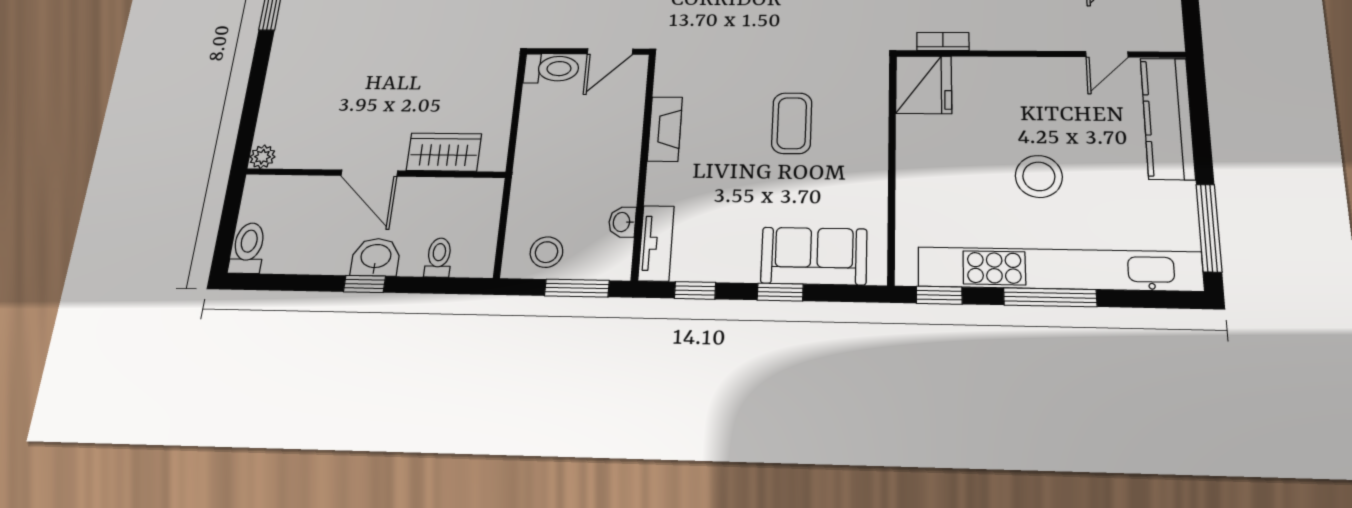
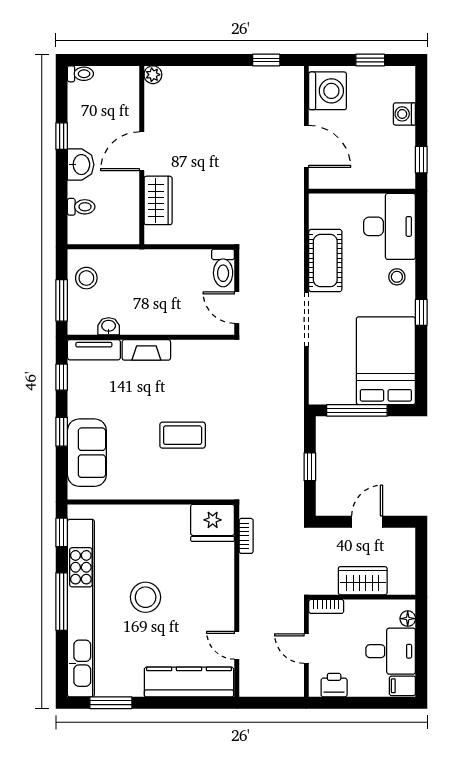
fireplace: (665, 129) -> (146, 350), moved
window: (1209, 228) -> (111, 703), width x0.69
toilet: (248, 248) -> (80, 74), width x0.73, depth x0.72
window: (364, 284) -> (62, 136), moved

